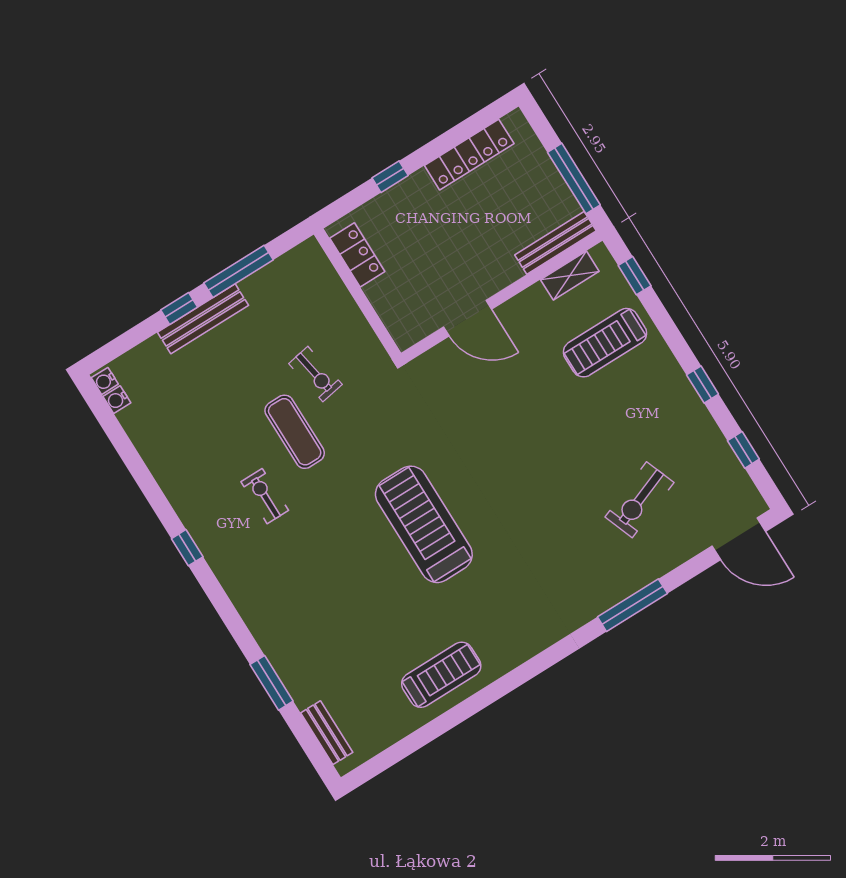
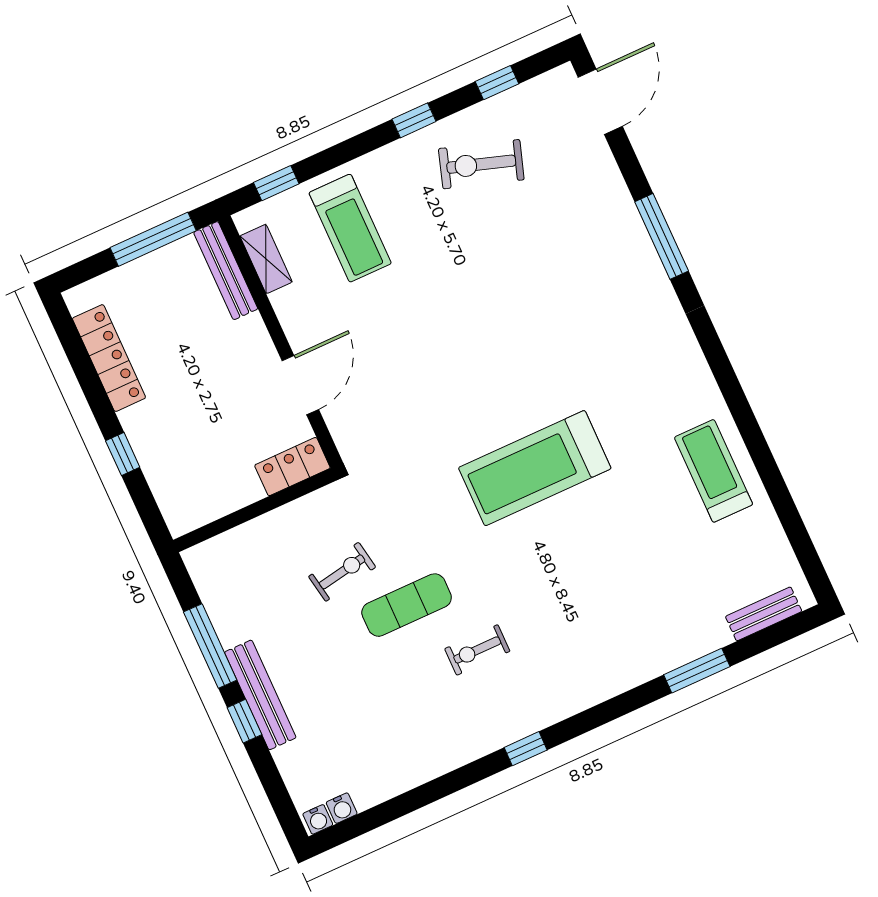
locker: (357, 255) -> (292, 467), moved
exercise bike: (639, 500) -> (481, 164), moved, turned 129

